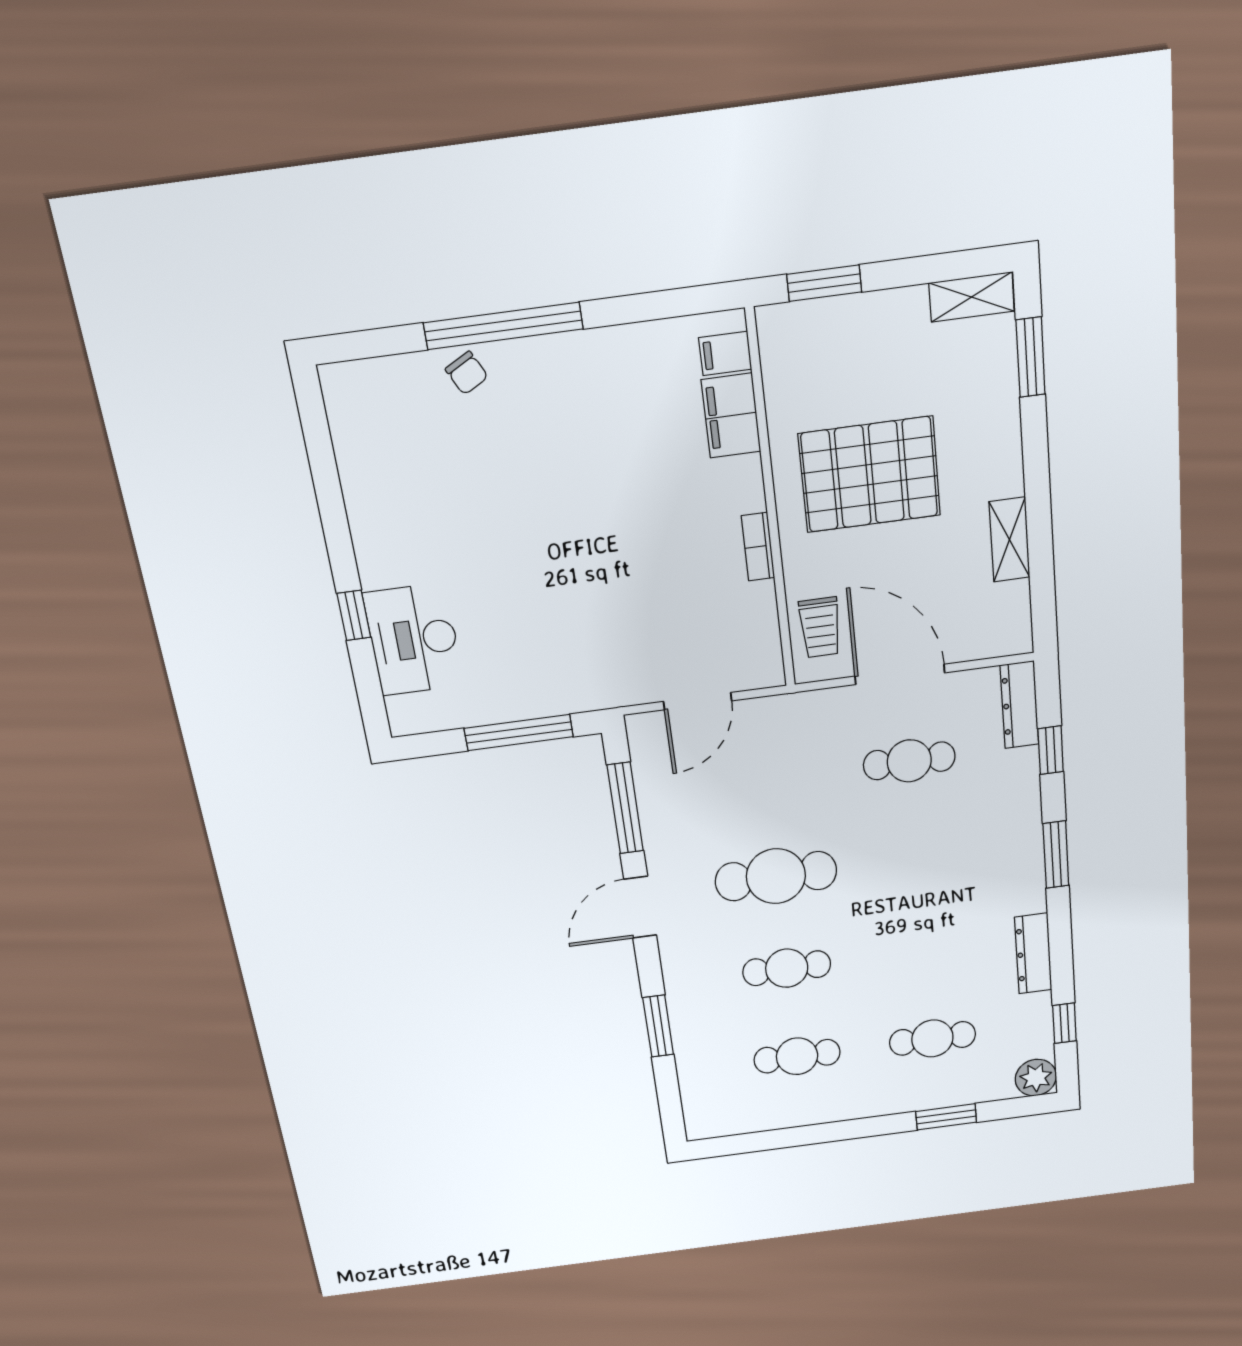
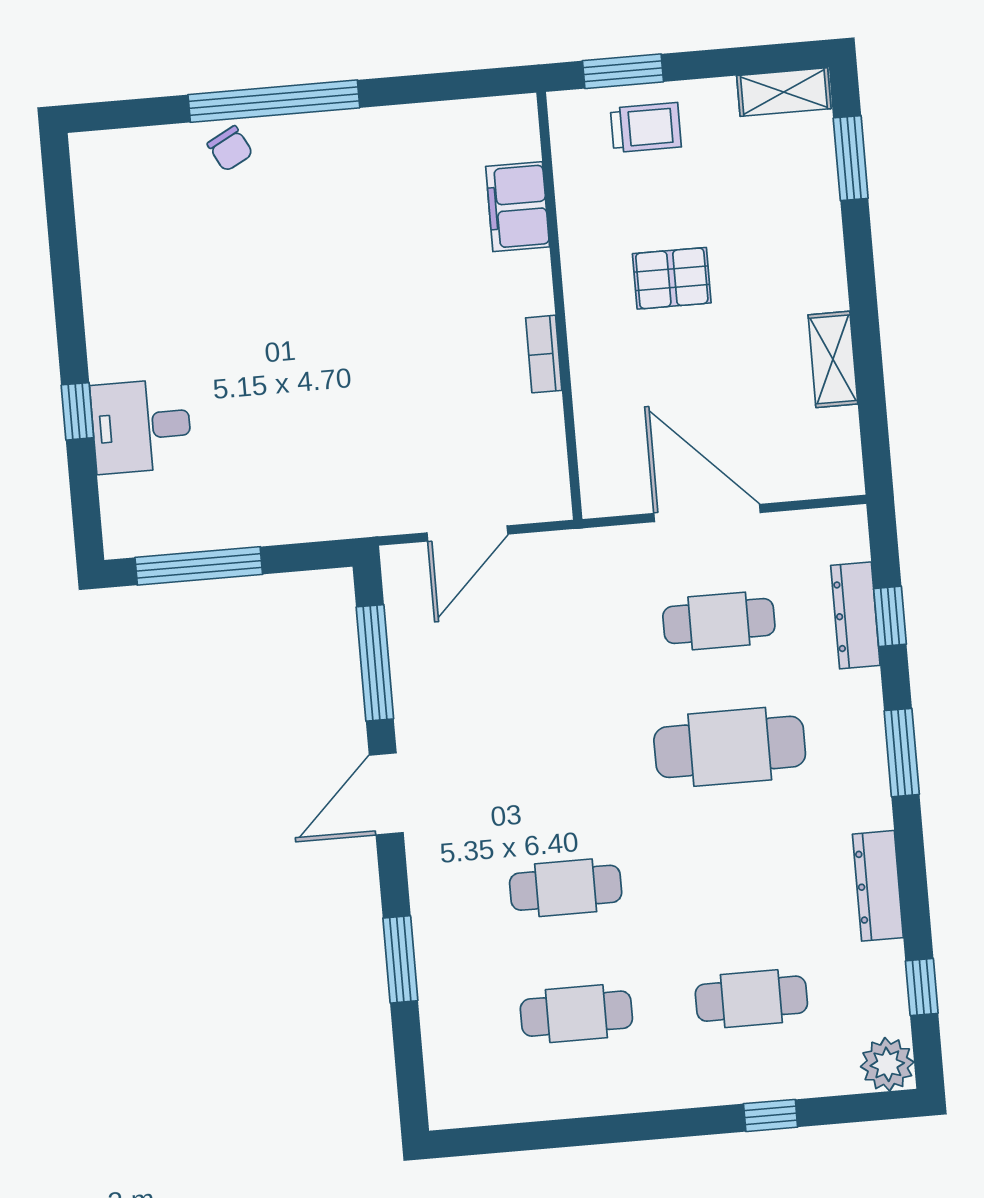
filing cabinet: (725, 353) -> (513, 140), removed
pallet: (870, 475) -> (672, 278), width x0.49, depth x0.50
trolley: (820, 627) -> (646, 127), moved, turned -90
desk: (414, 639) -> (141, 426), width x0.73
dresser: (1019, 705) -> (855, 615), moved
window: (519, 733) -> (199, 566), moved
cafe table: (776, 876) -> (730, 747), moved
window: (946, 1117) -> (771, 1115), width x0.67

